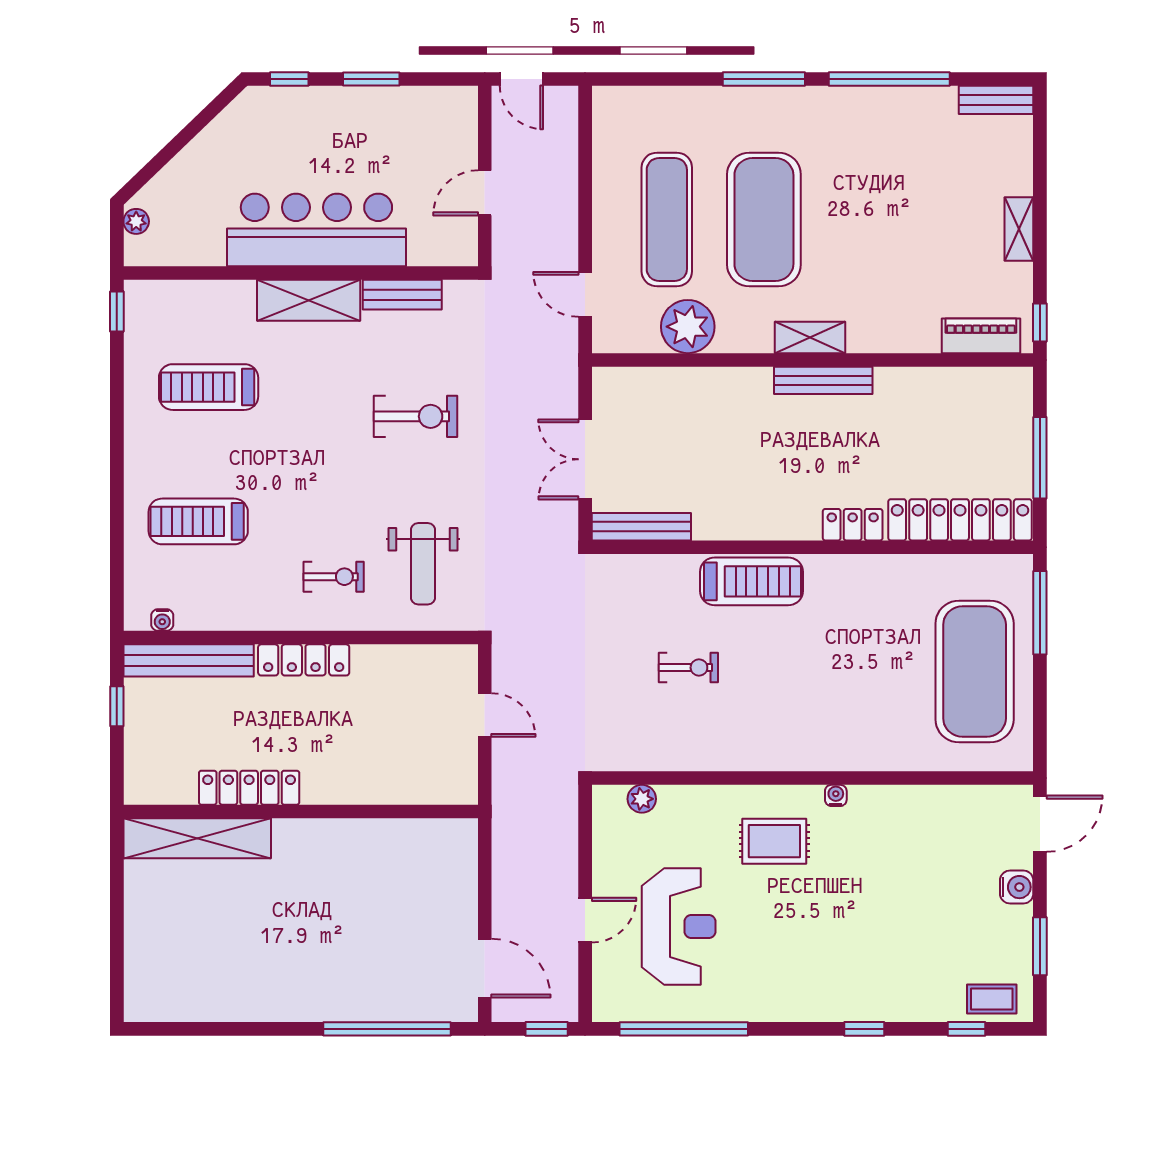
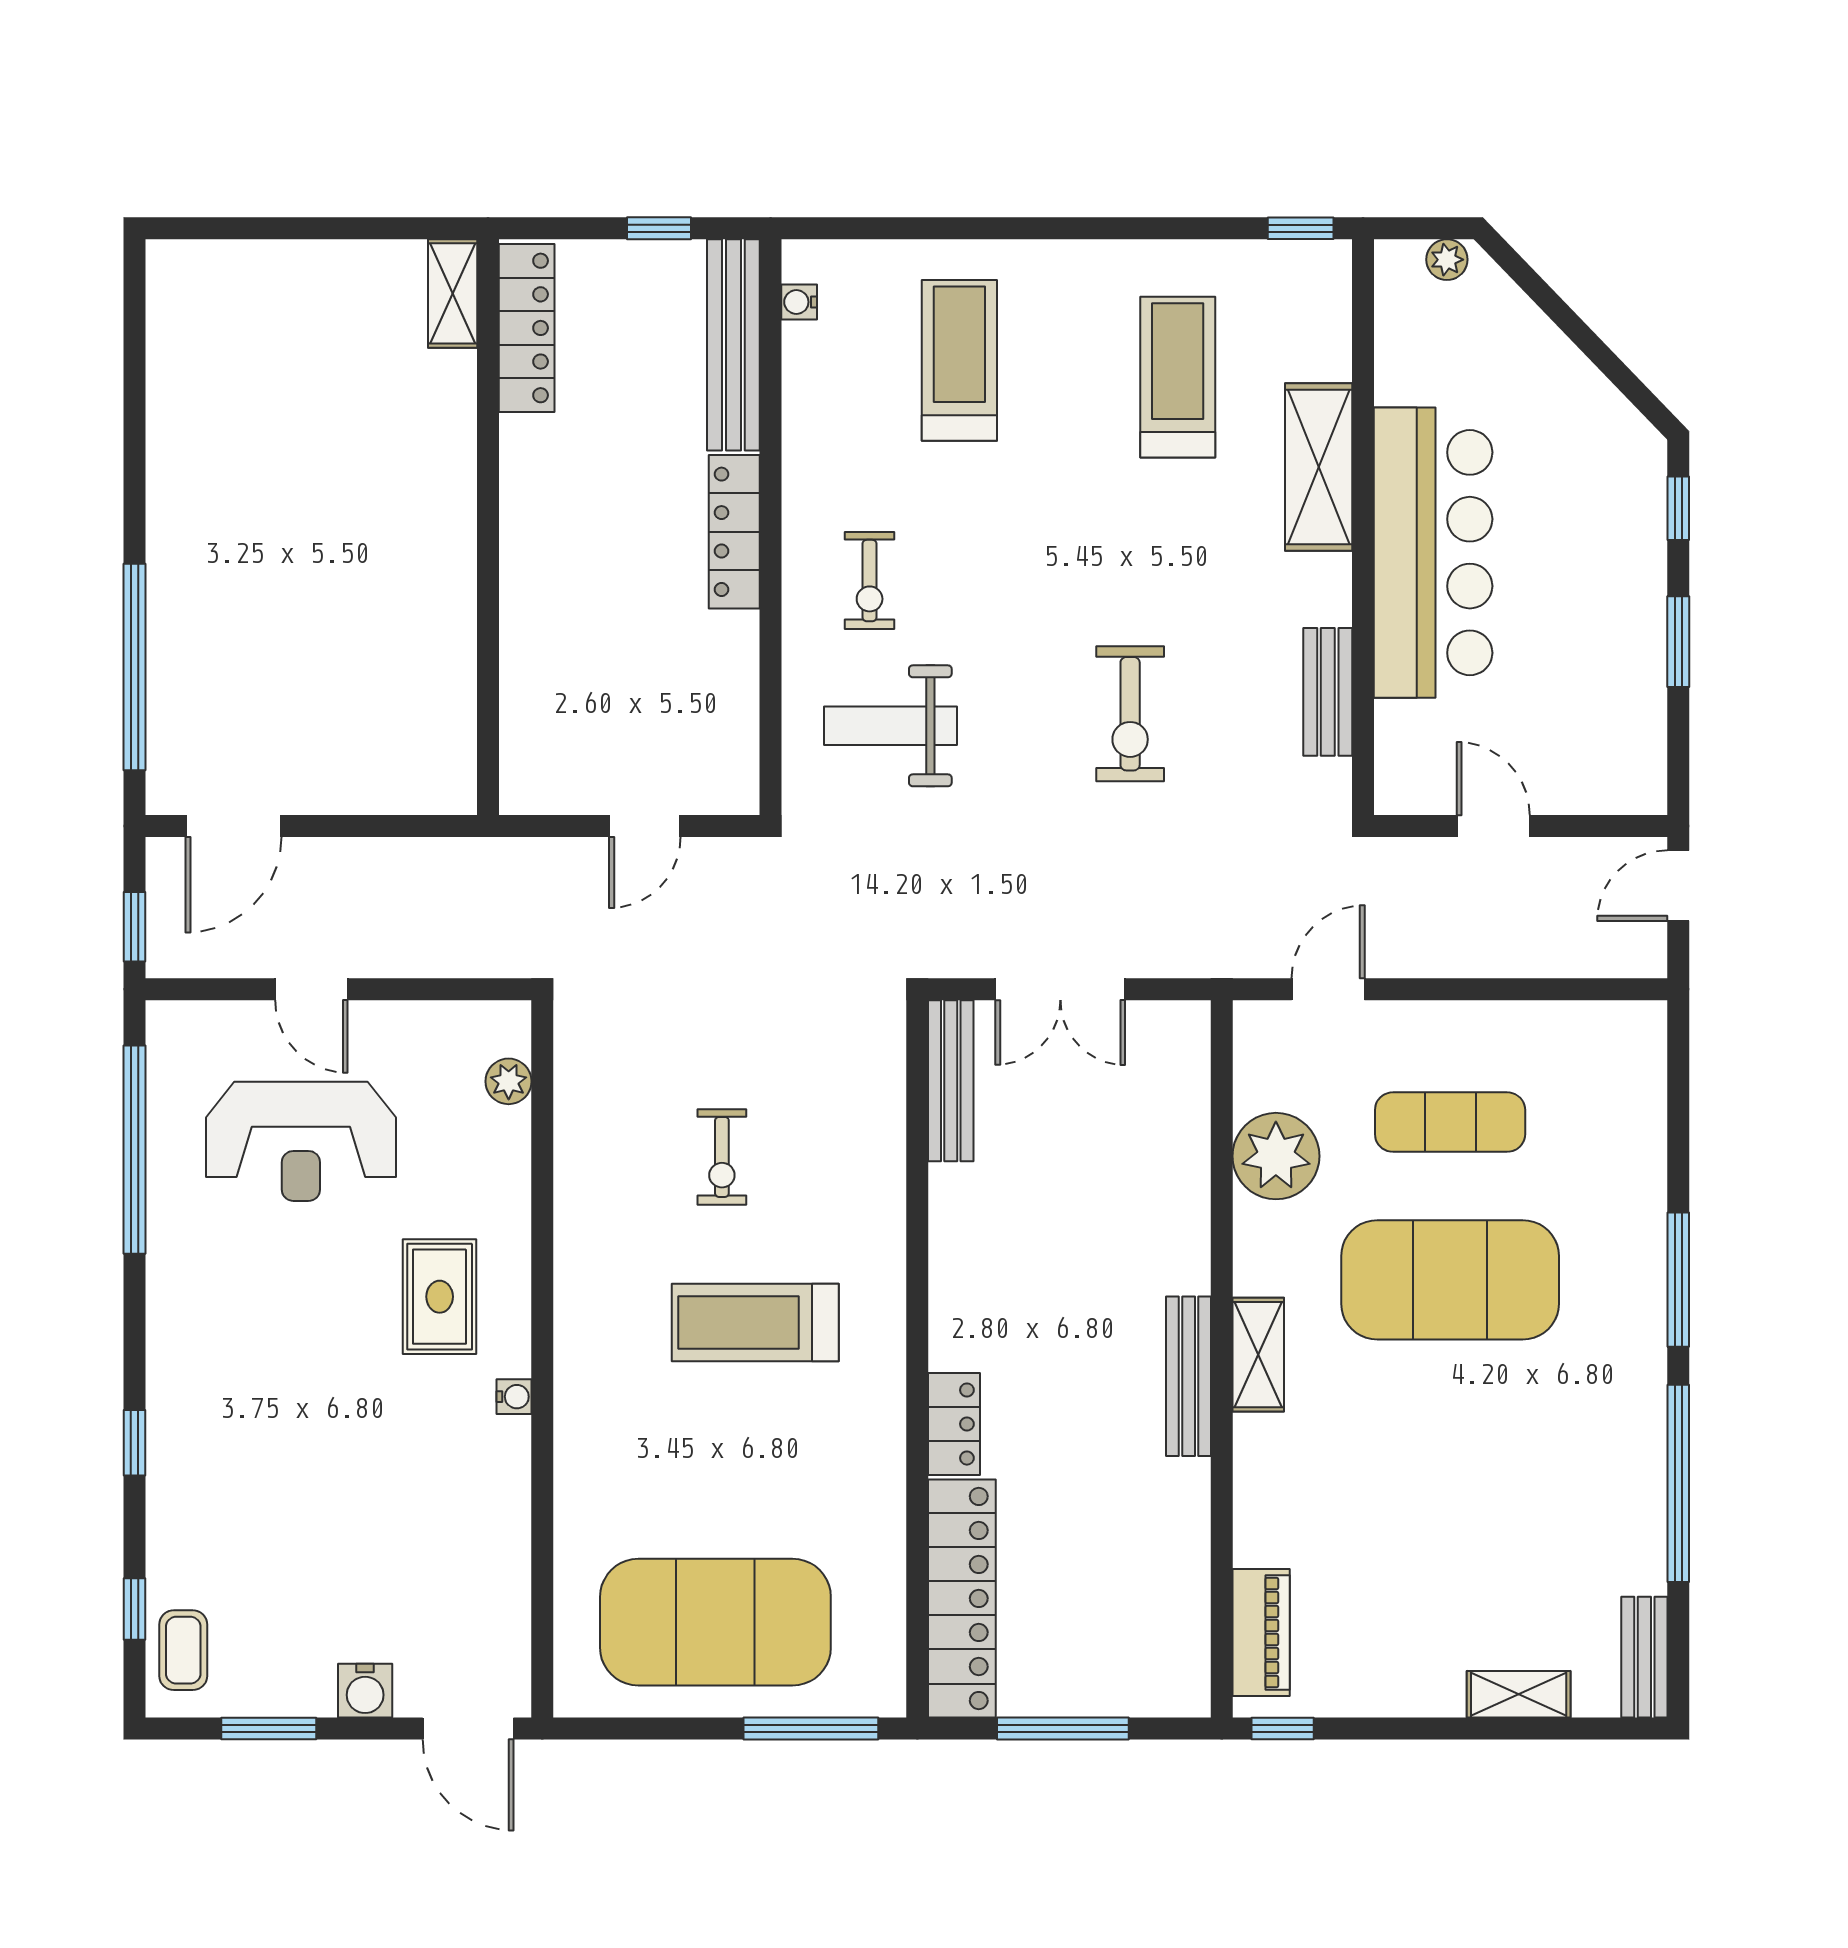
exercise mat: (667, 219) -> (1450, 1122), width x0.73, depth x0.69
shelving: (1019, 229) -> (1519, 1694), moved
shelving: (309, 300) -> (1319, 467), moved
double door: (585, 459) -> (1060, 989), swing flipped
treadmill: (751, 581) -> (755, 1322), moved, turned 90
locker: (249, 788) -> (527, 328), moved
shelving: (197, 838) -> (453, 293), width x0.45, depth x0.75

